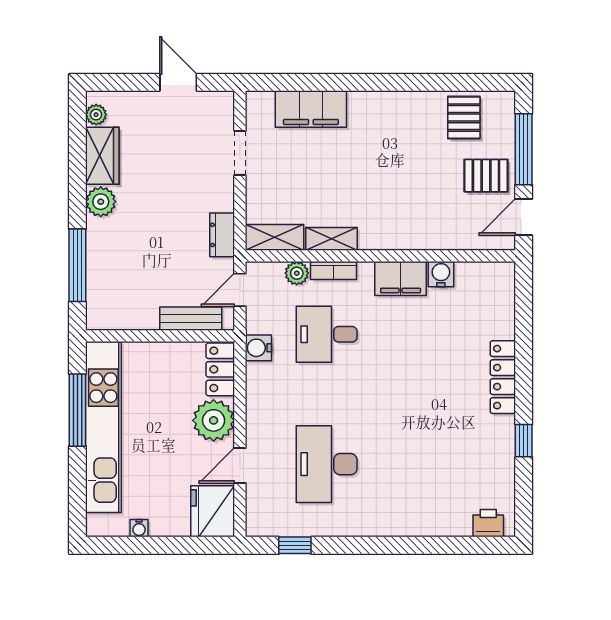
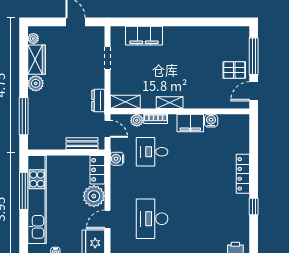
pallet: (464, 118) -> (223, 40), removed
shelving: (332, 239) -> (170, 103), moved
door: (240, 290) -> (107, 129), swing flipped

